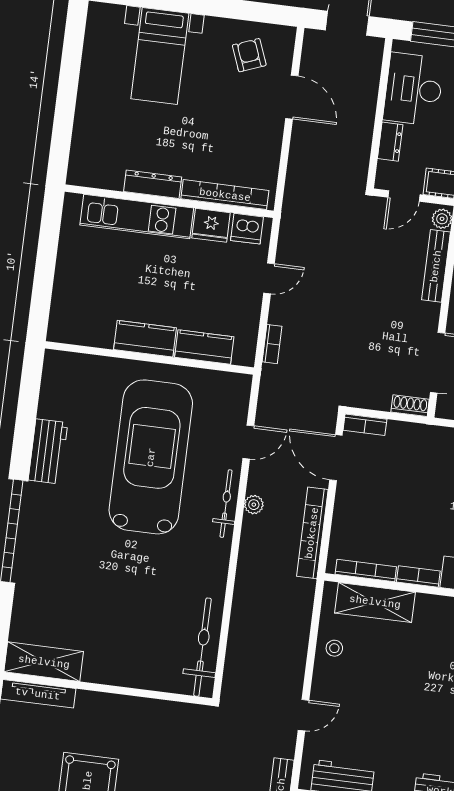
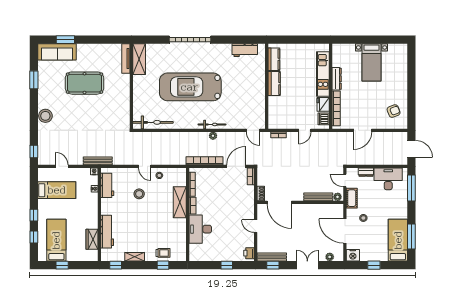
bed with nightstands: (160, 56) -> (372, 62), moved, turned -90
door: (292, 97) -> (363, 130), moved
door: (269, 278) -> (305, 130), hinge flipped
kitchen counter: (204, 347) -> (274, 59), moved
door: (248, 442) -> (253, 130), moved
workbench: (48, 451) -> (245, 50), moved
car: (151, 457) -> (190, 87), moved, turned 180
shelving: (375, 602) -> (180, 202), moved
stool: (373, 703) -> (139, 194), added
door: (303, 715) -> (145, 166), moved

